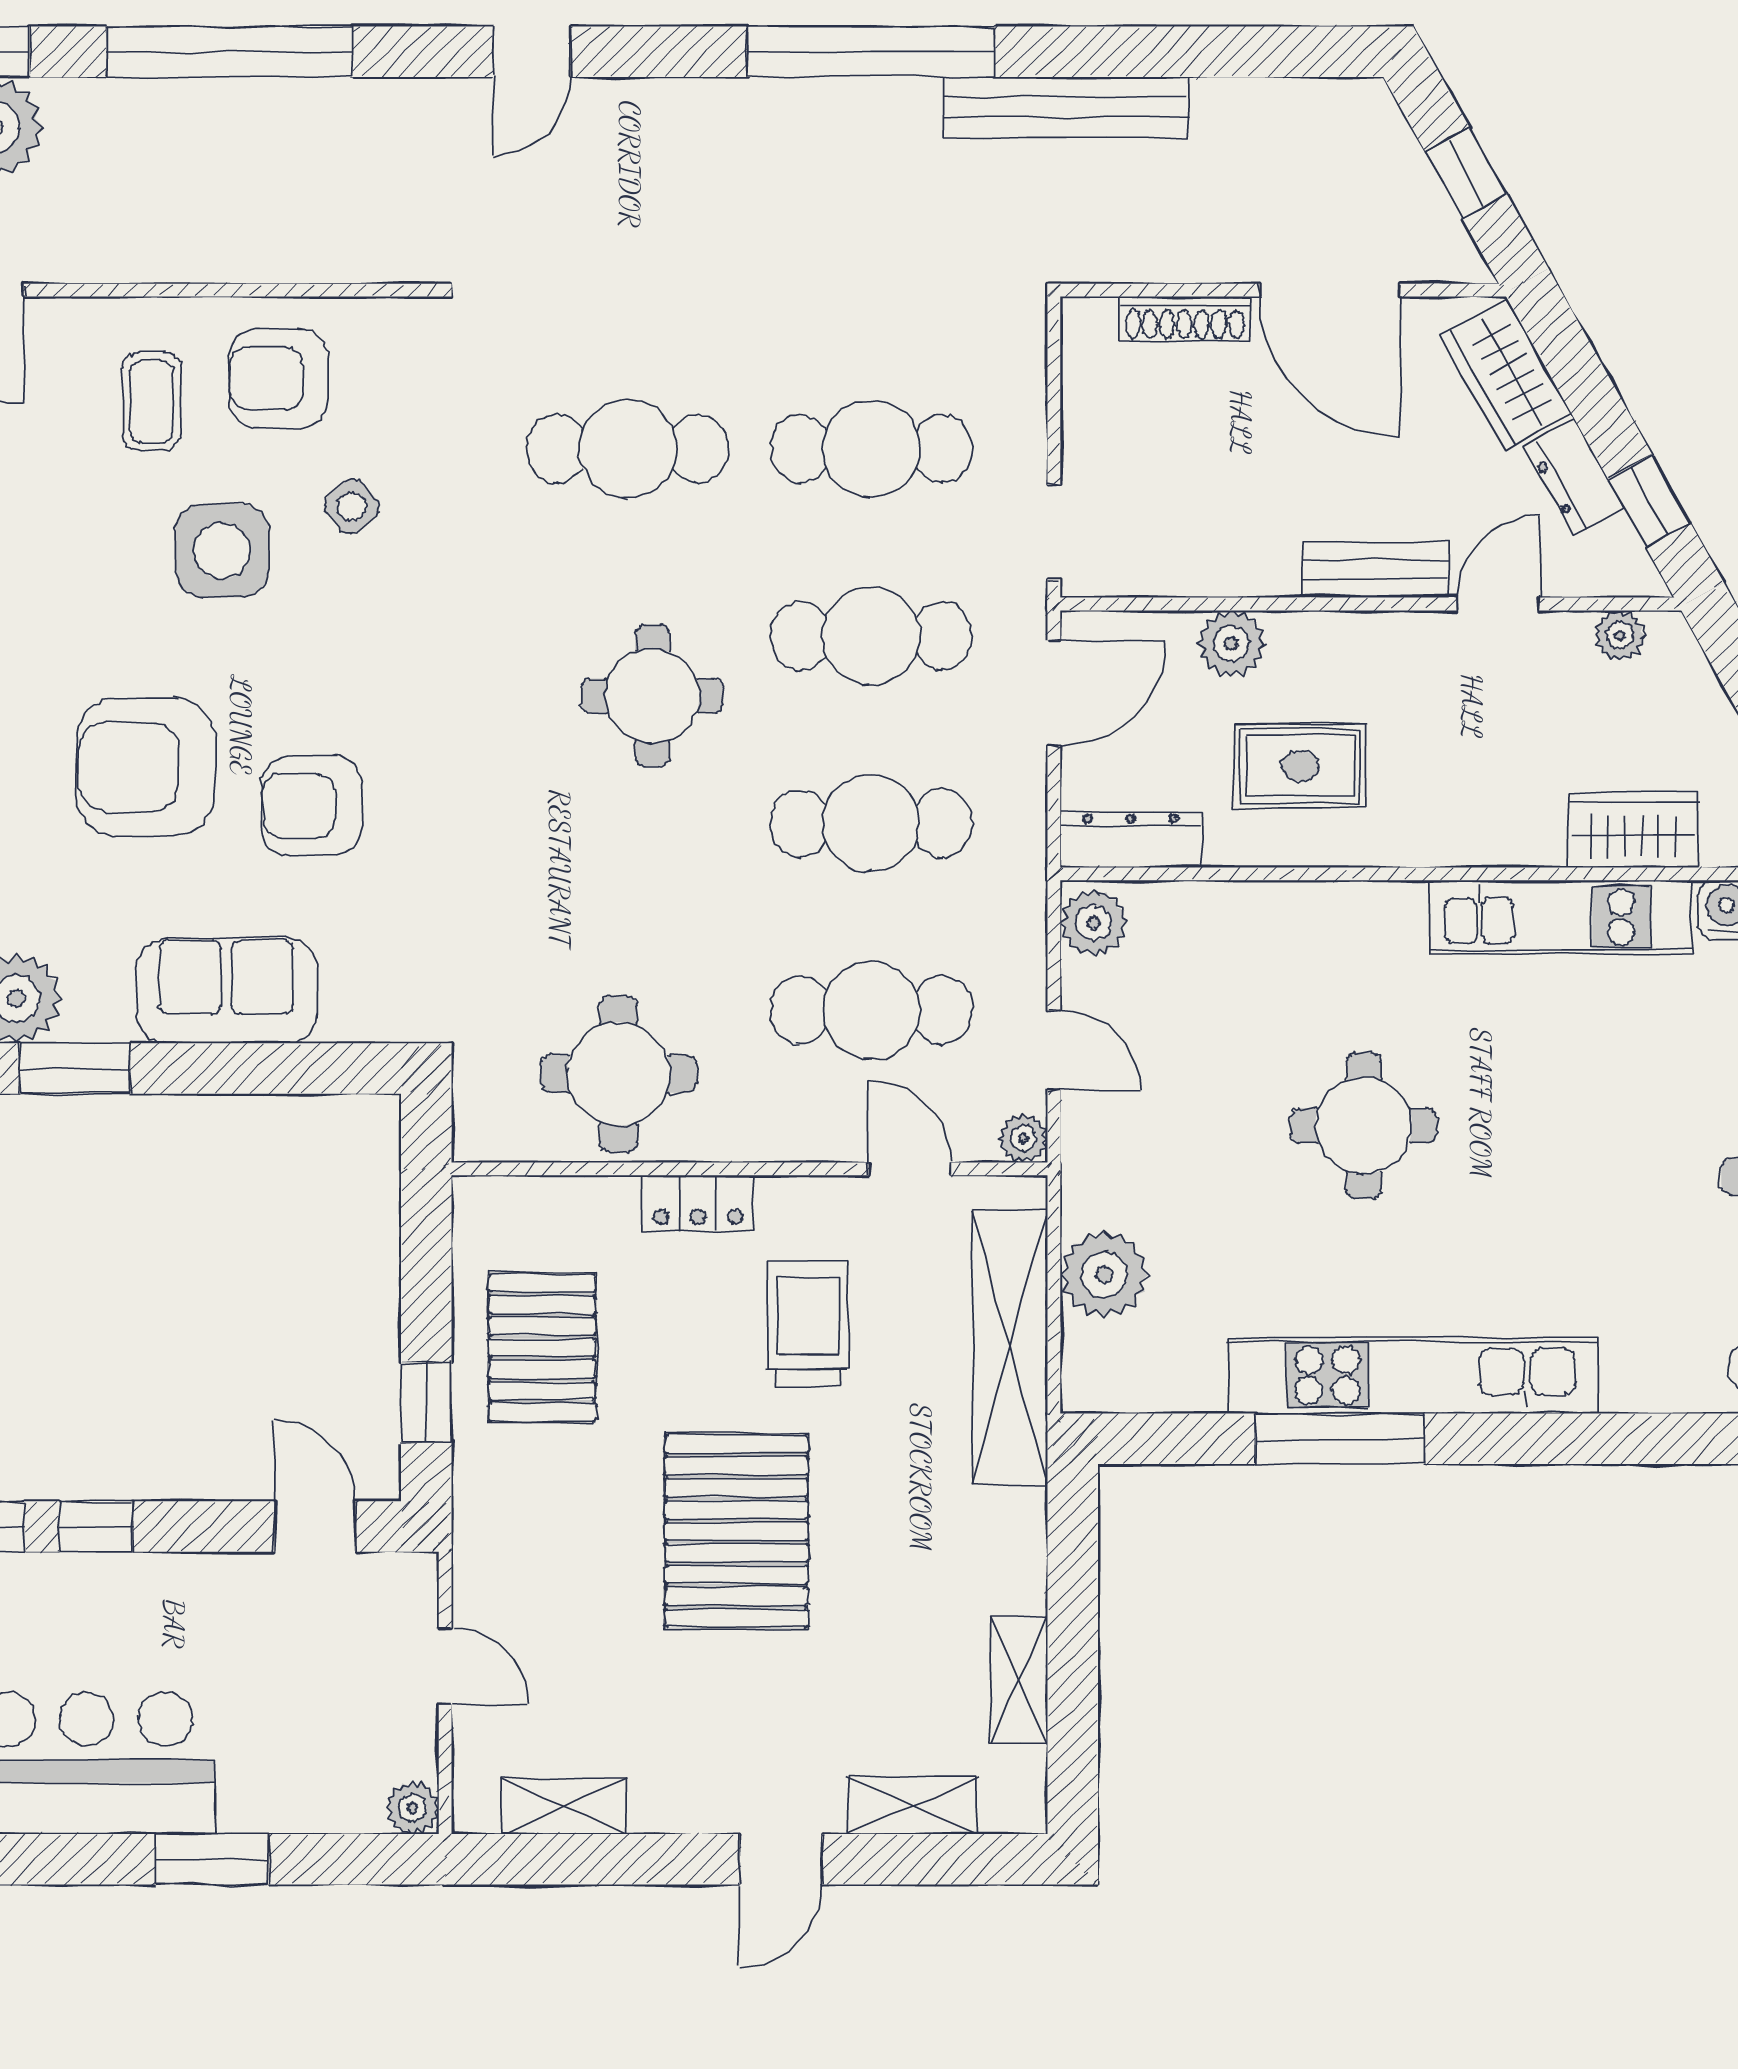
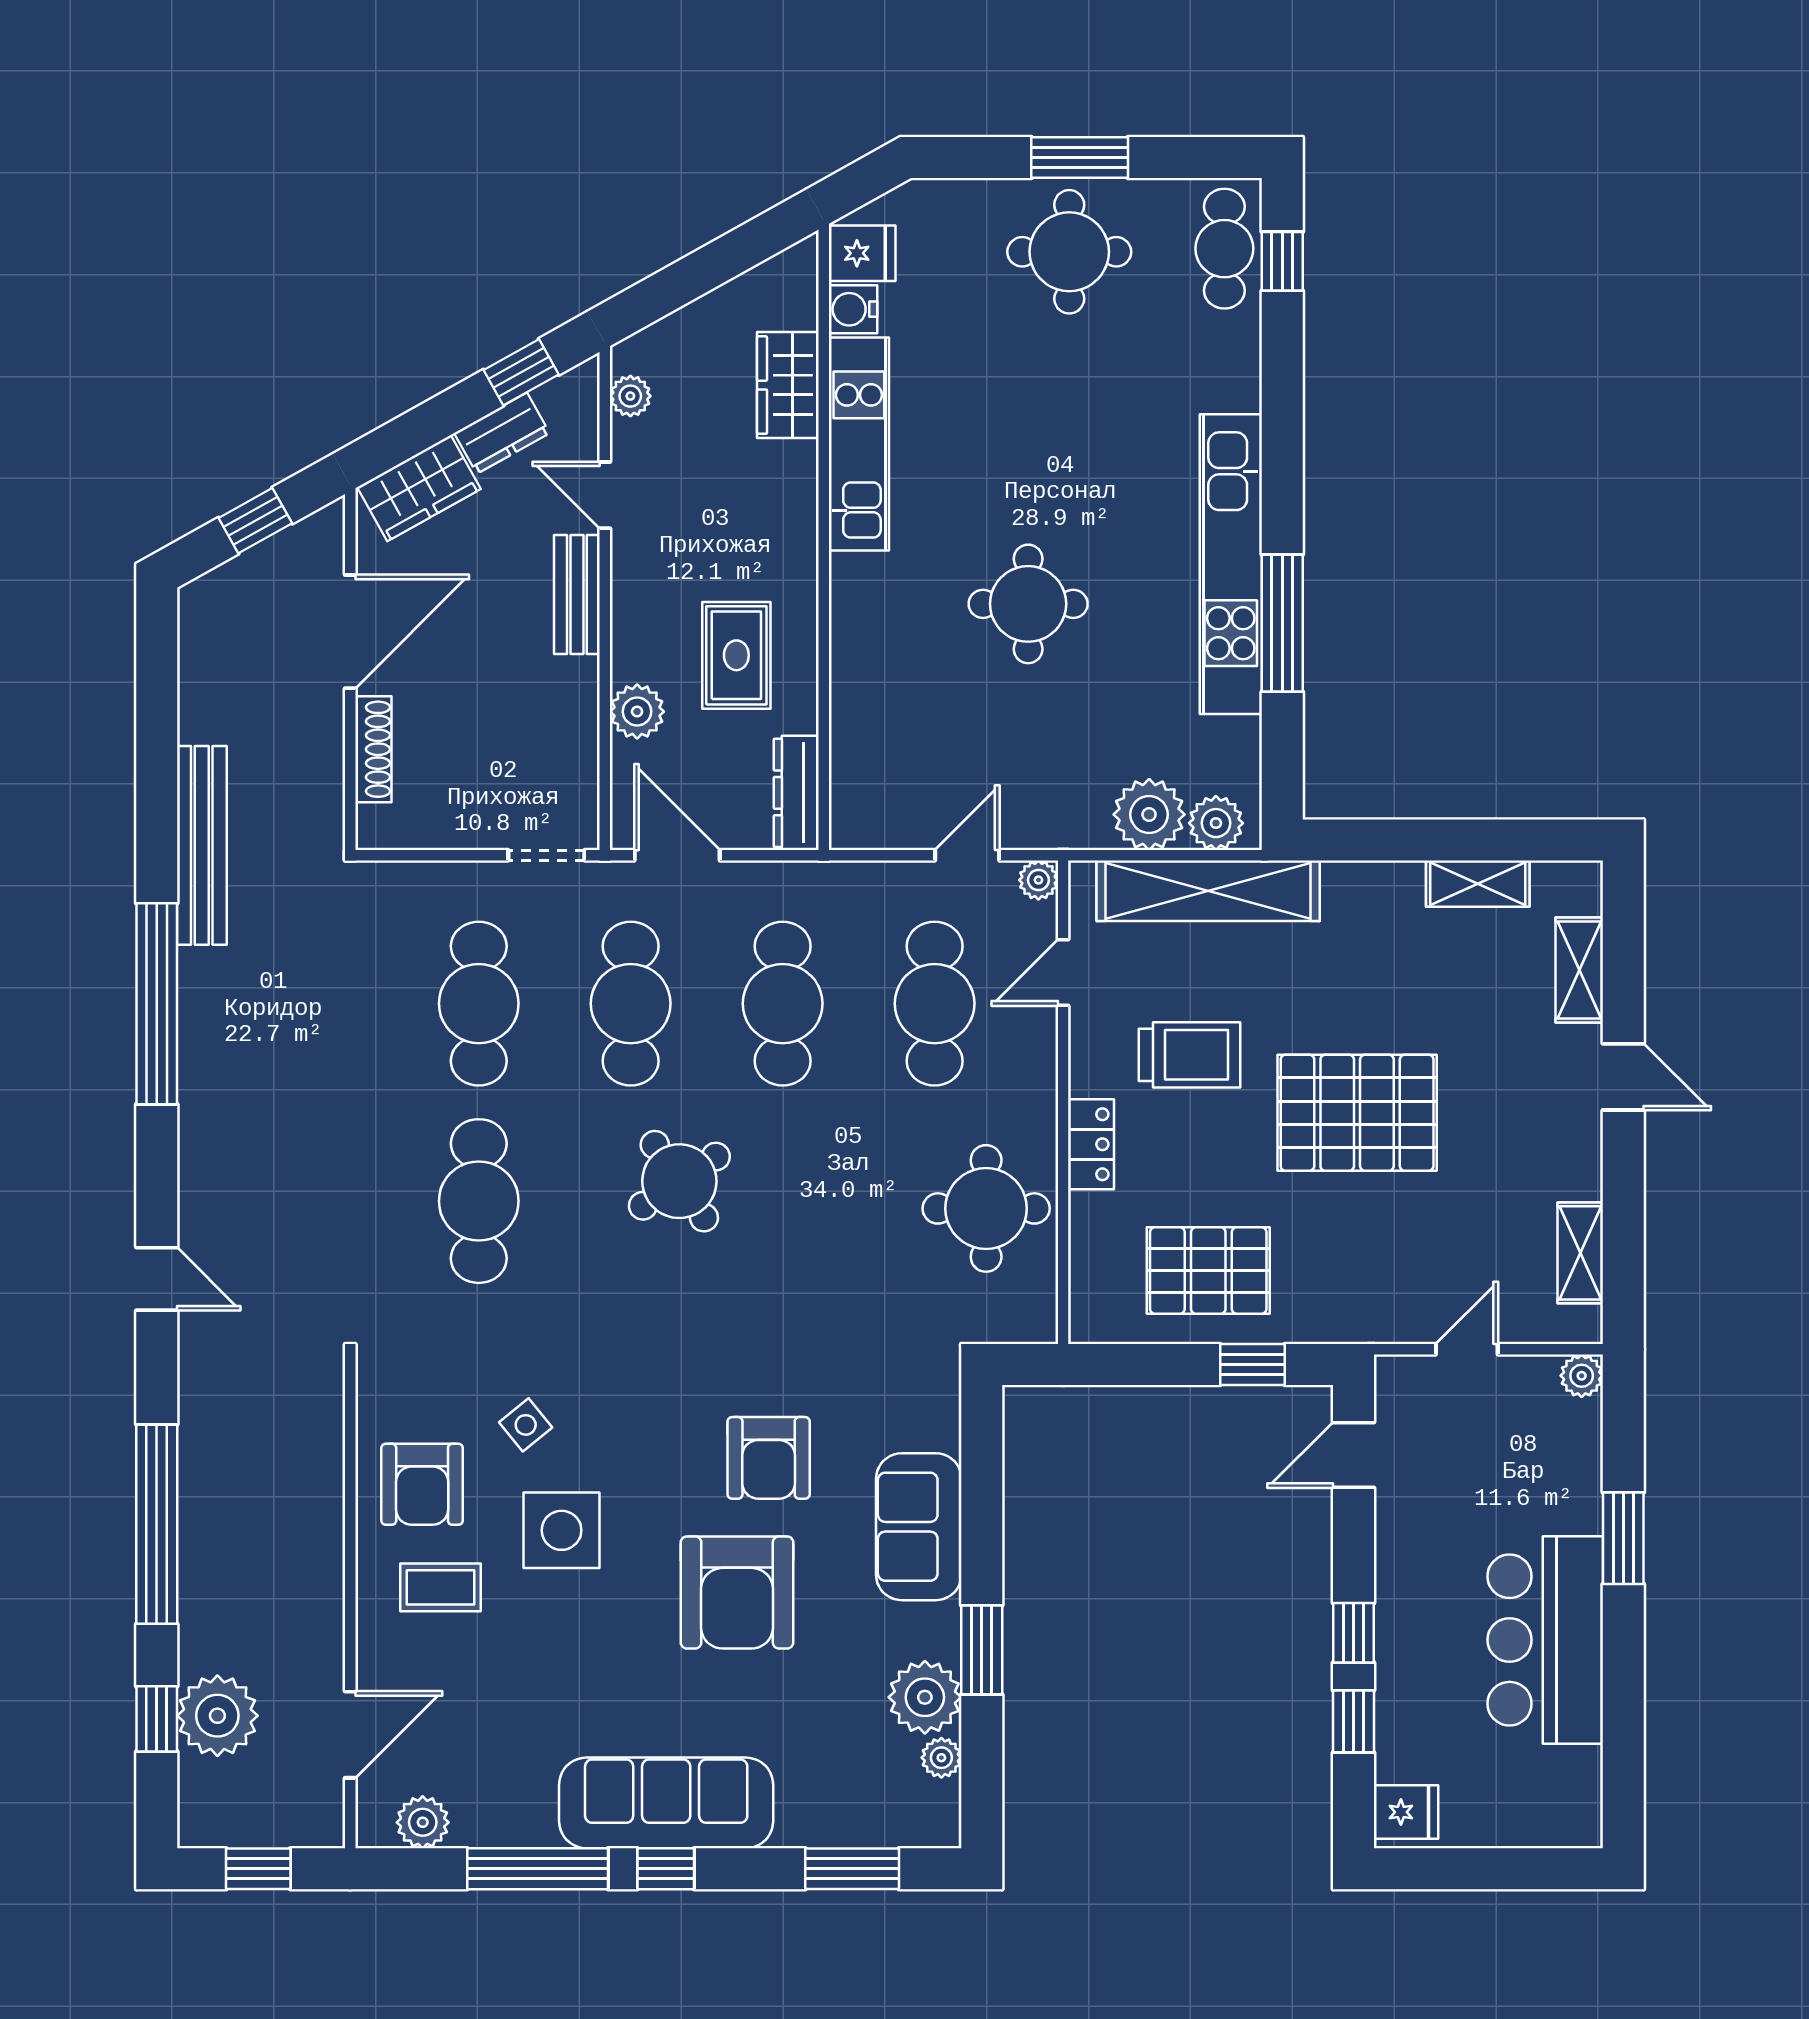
round table: (652, 696) -> (679, 1181), turned -34
plant: (1094, 923) -> (1216, 823), moved
trolley: (808, 1325) -> (1189, 1055), turned 180

